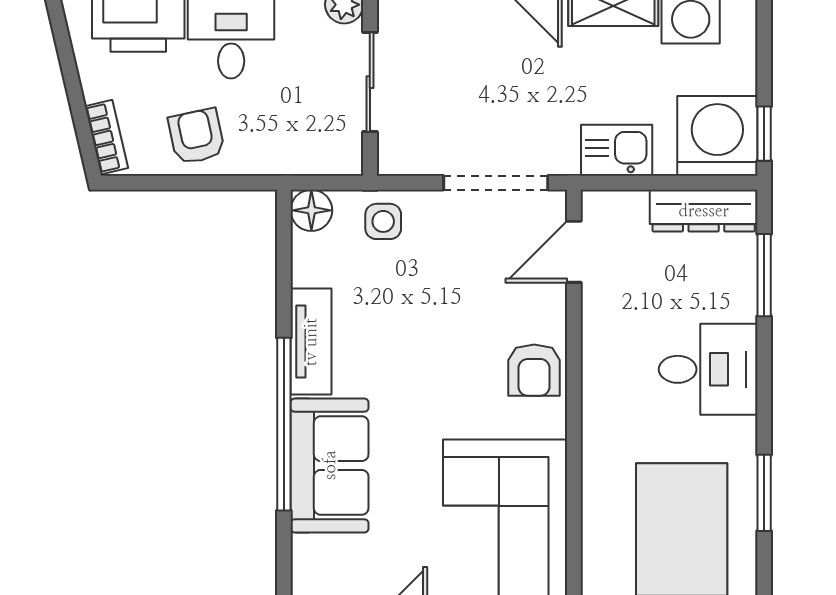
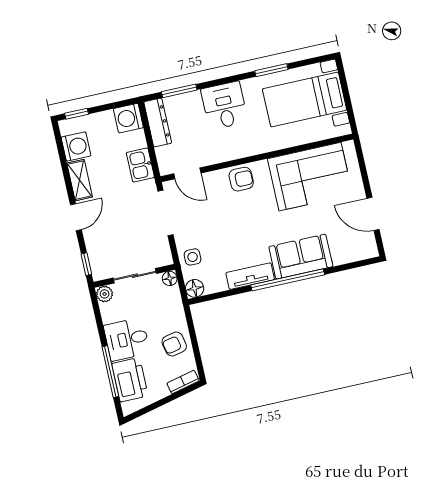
window: (764, 134) -> (77, 114), moved
washing machine: (717, 136) -> (128, 118), width x0.73, depth x0.73
floor lamp: (346, 159) -> (170, 278), added

